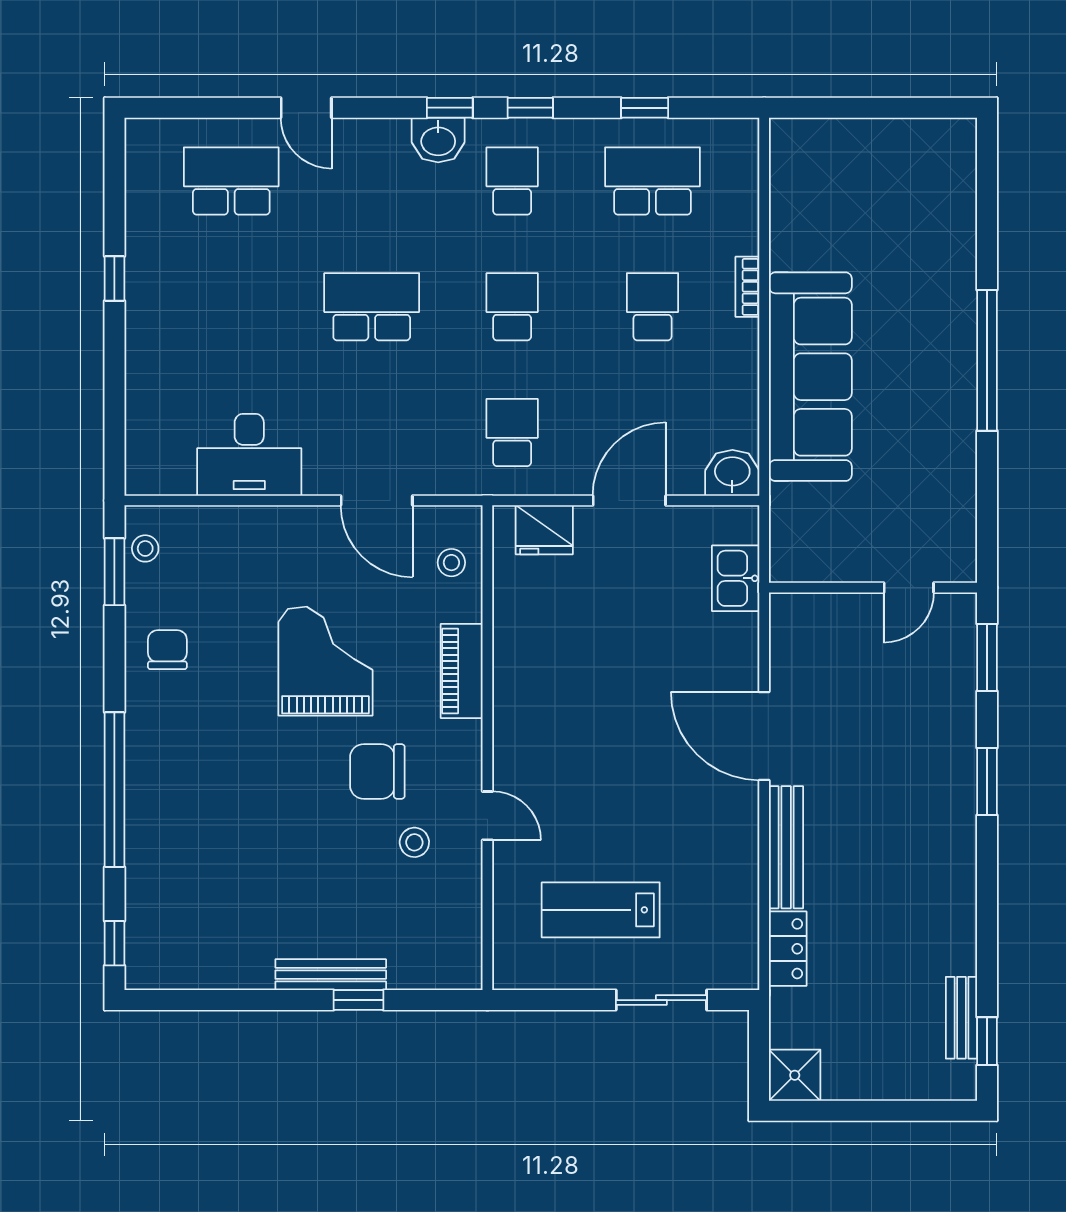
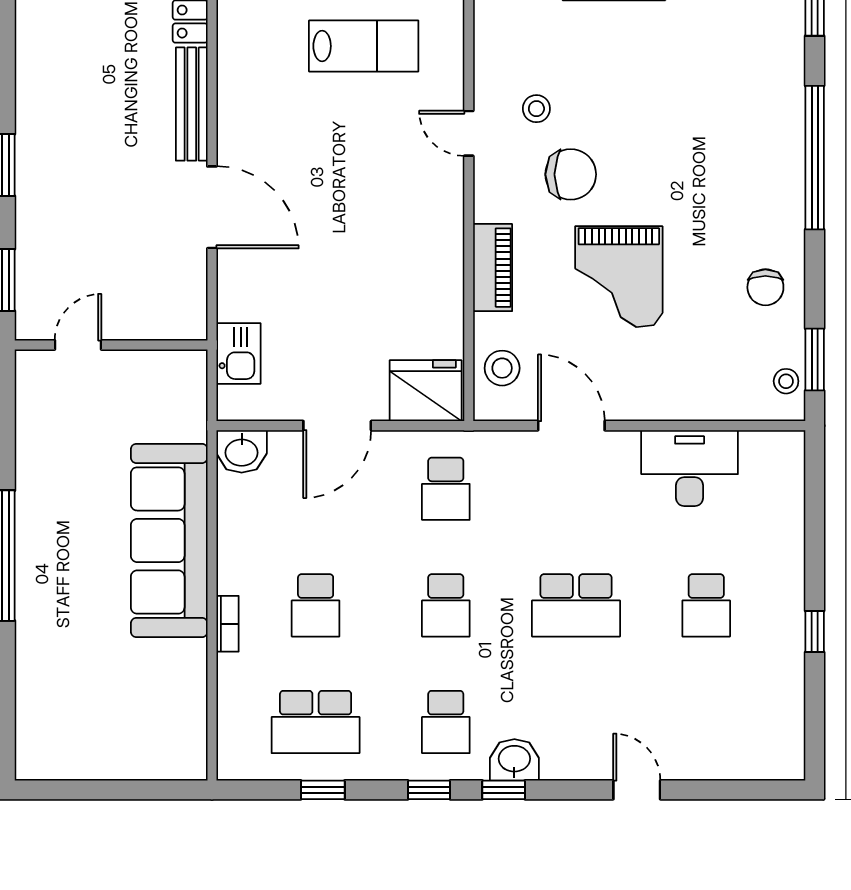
school desk: (231, 181) -> (706, 605), moved, width x0.54
fridge: (544, 530) -> (426, 391), width x1.36, depth x1.34
stool: (451, 563) -> (502, 368), width x1.37, depth x1.37

